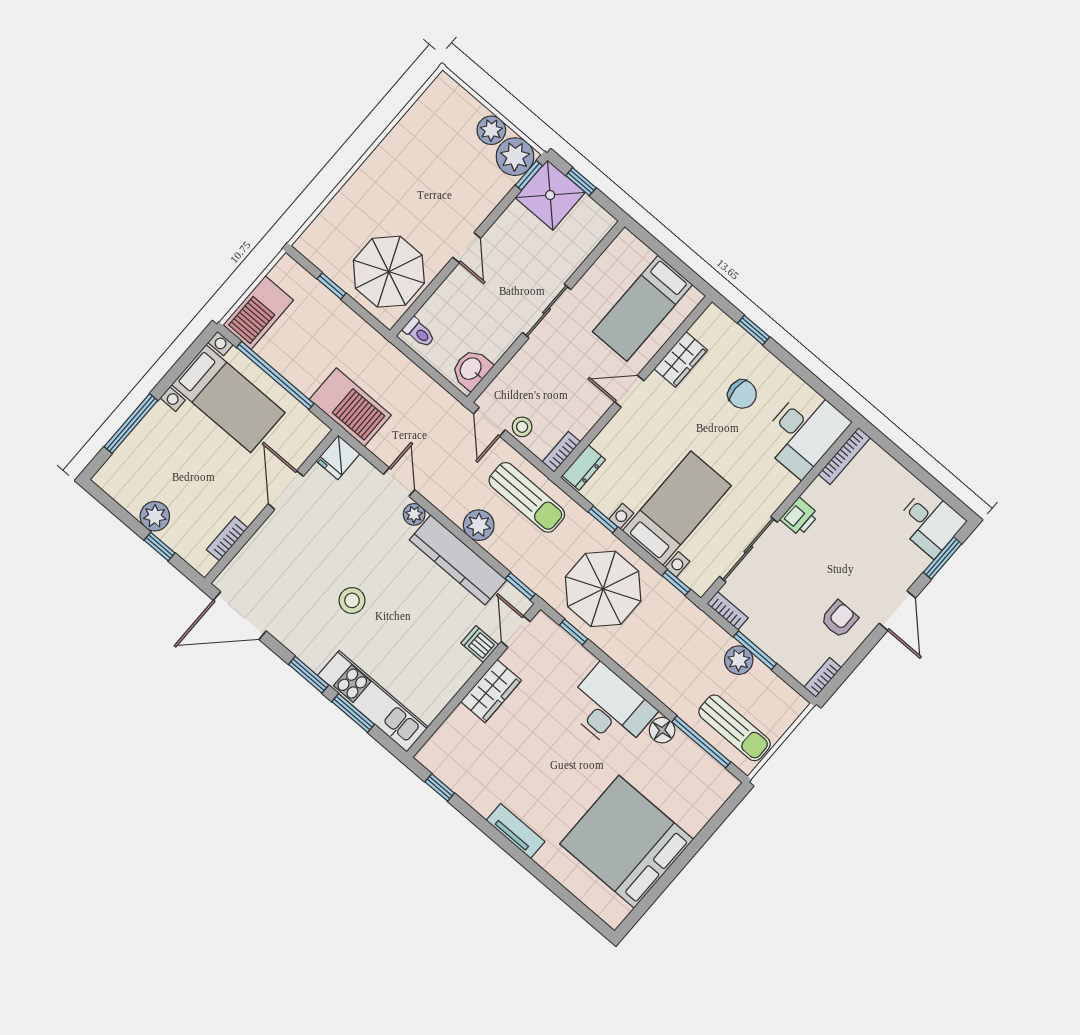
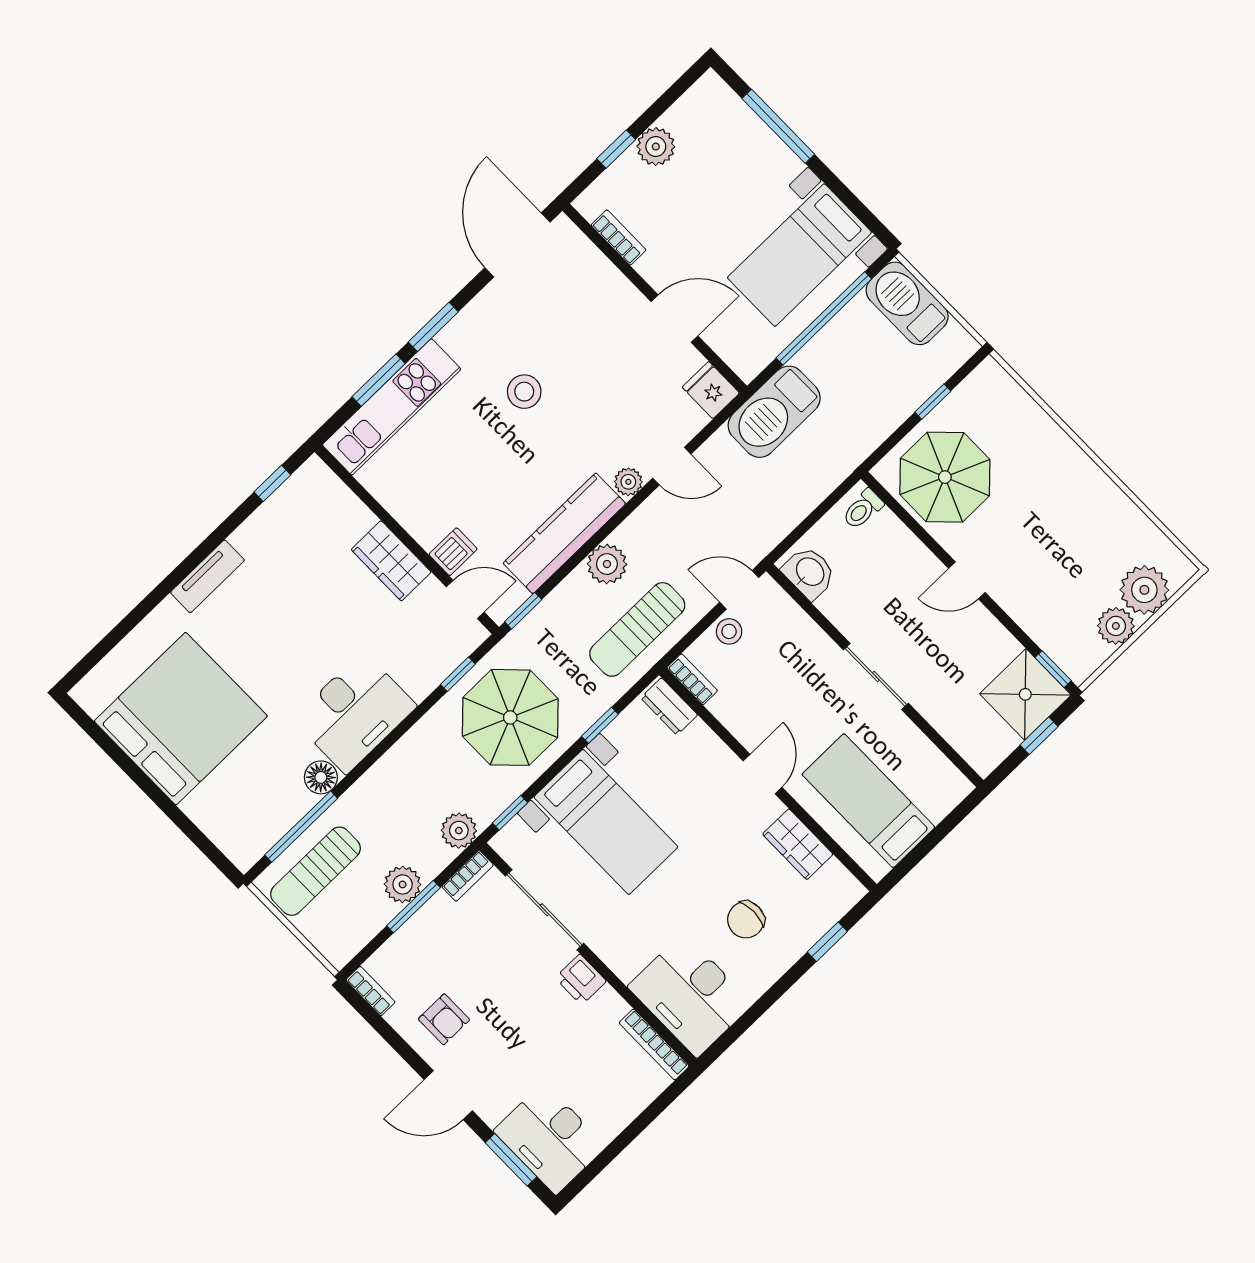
plant: (515, 157) -> (1144, 590), moved
desk: (930, 522) -> (550, 1139), width x1.37
plant: (693, 621) -> (459, 831), added

